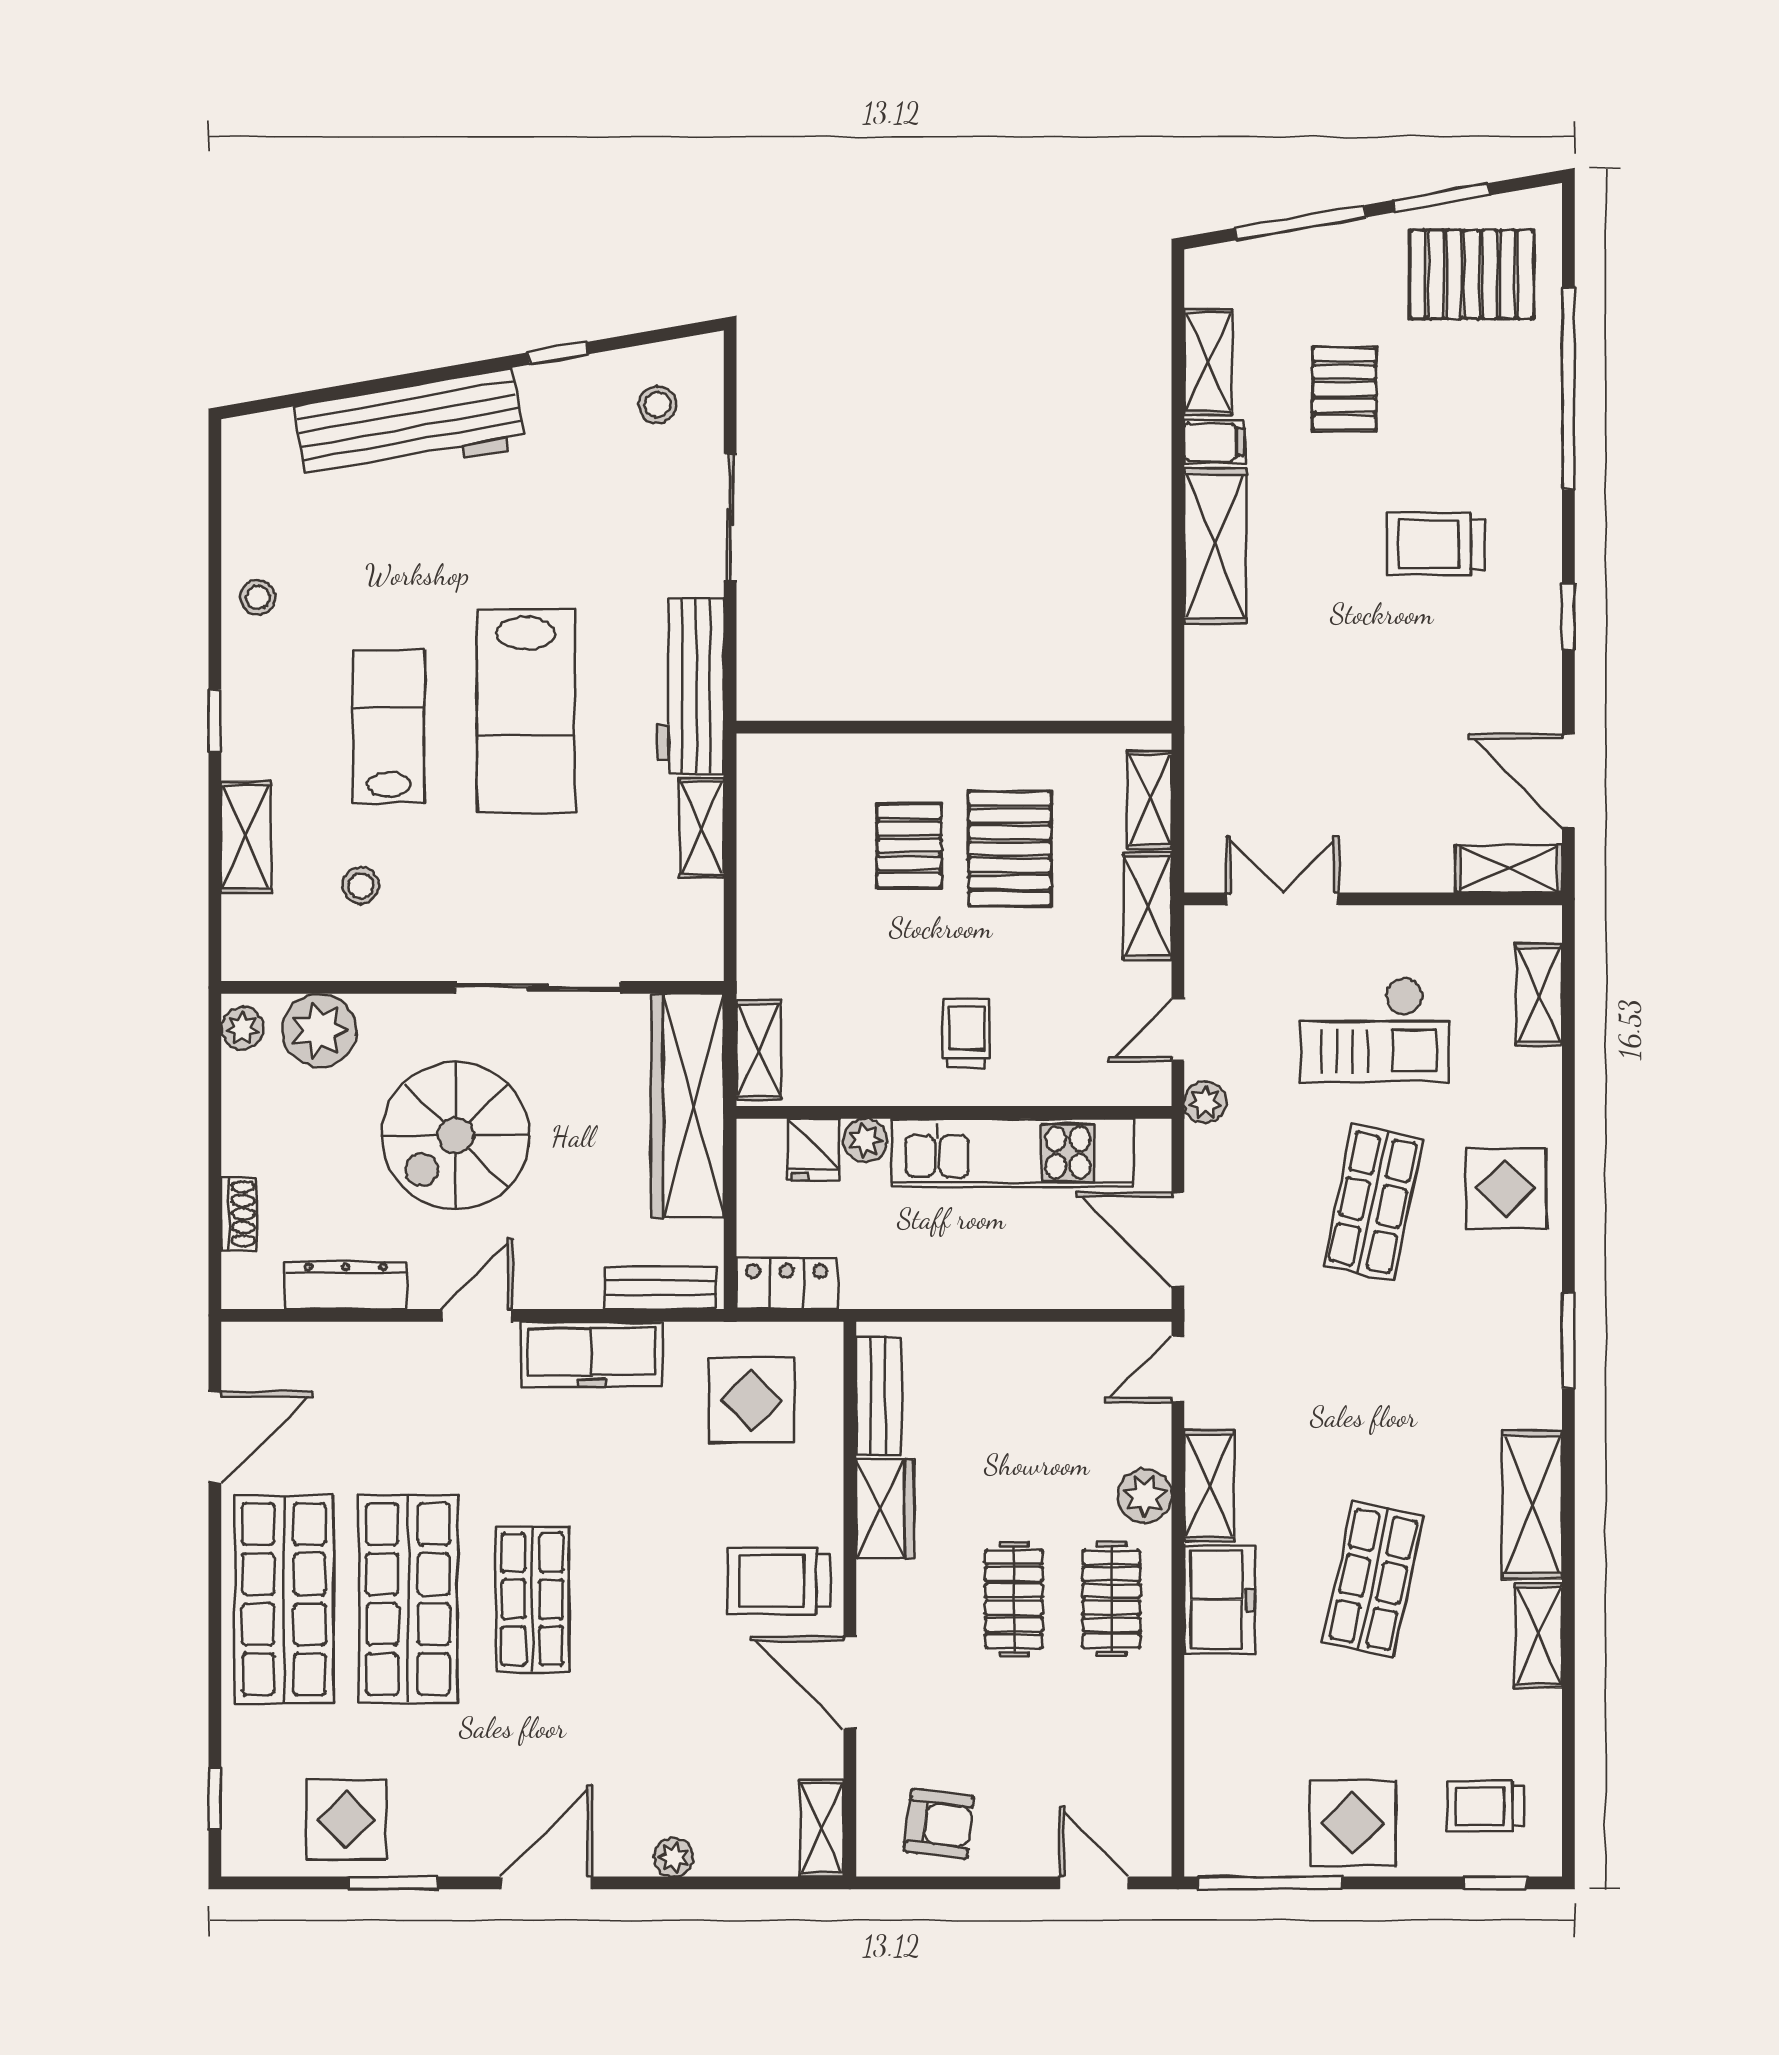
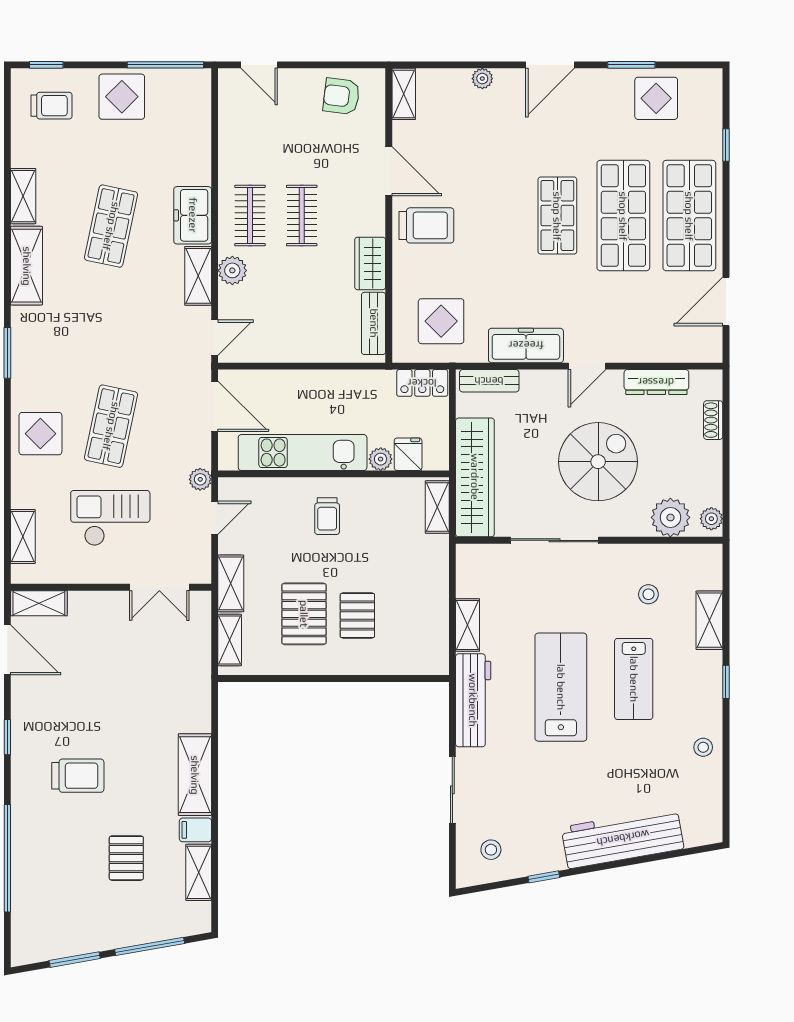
pallet: (1472, 274) -> (59, 919), removed
window: (215, 1799) -> (726, 145), moved

